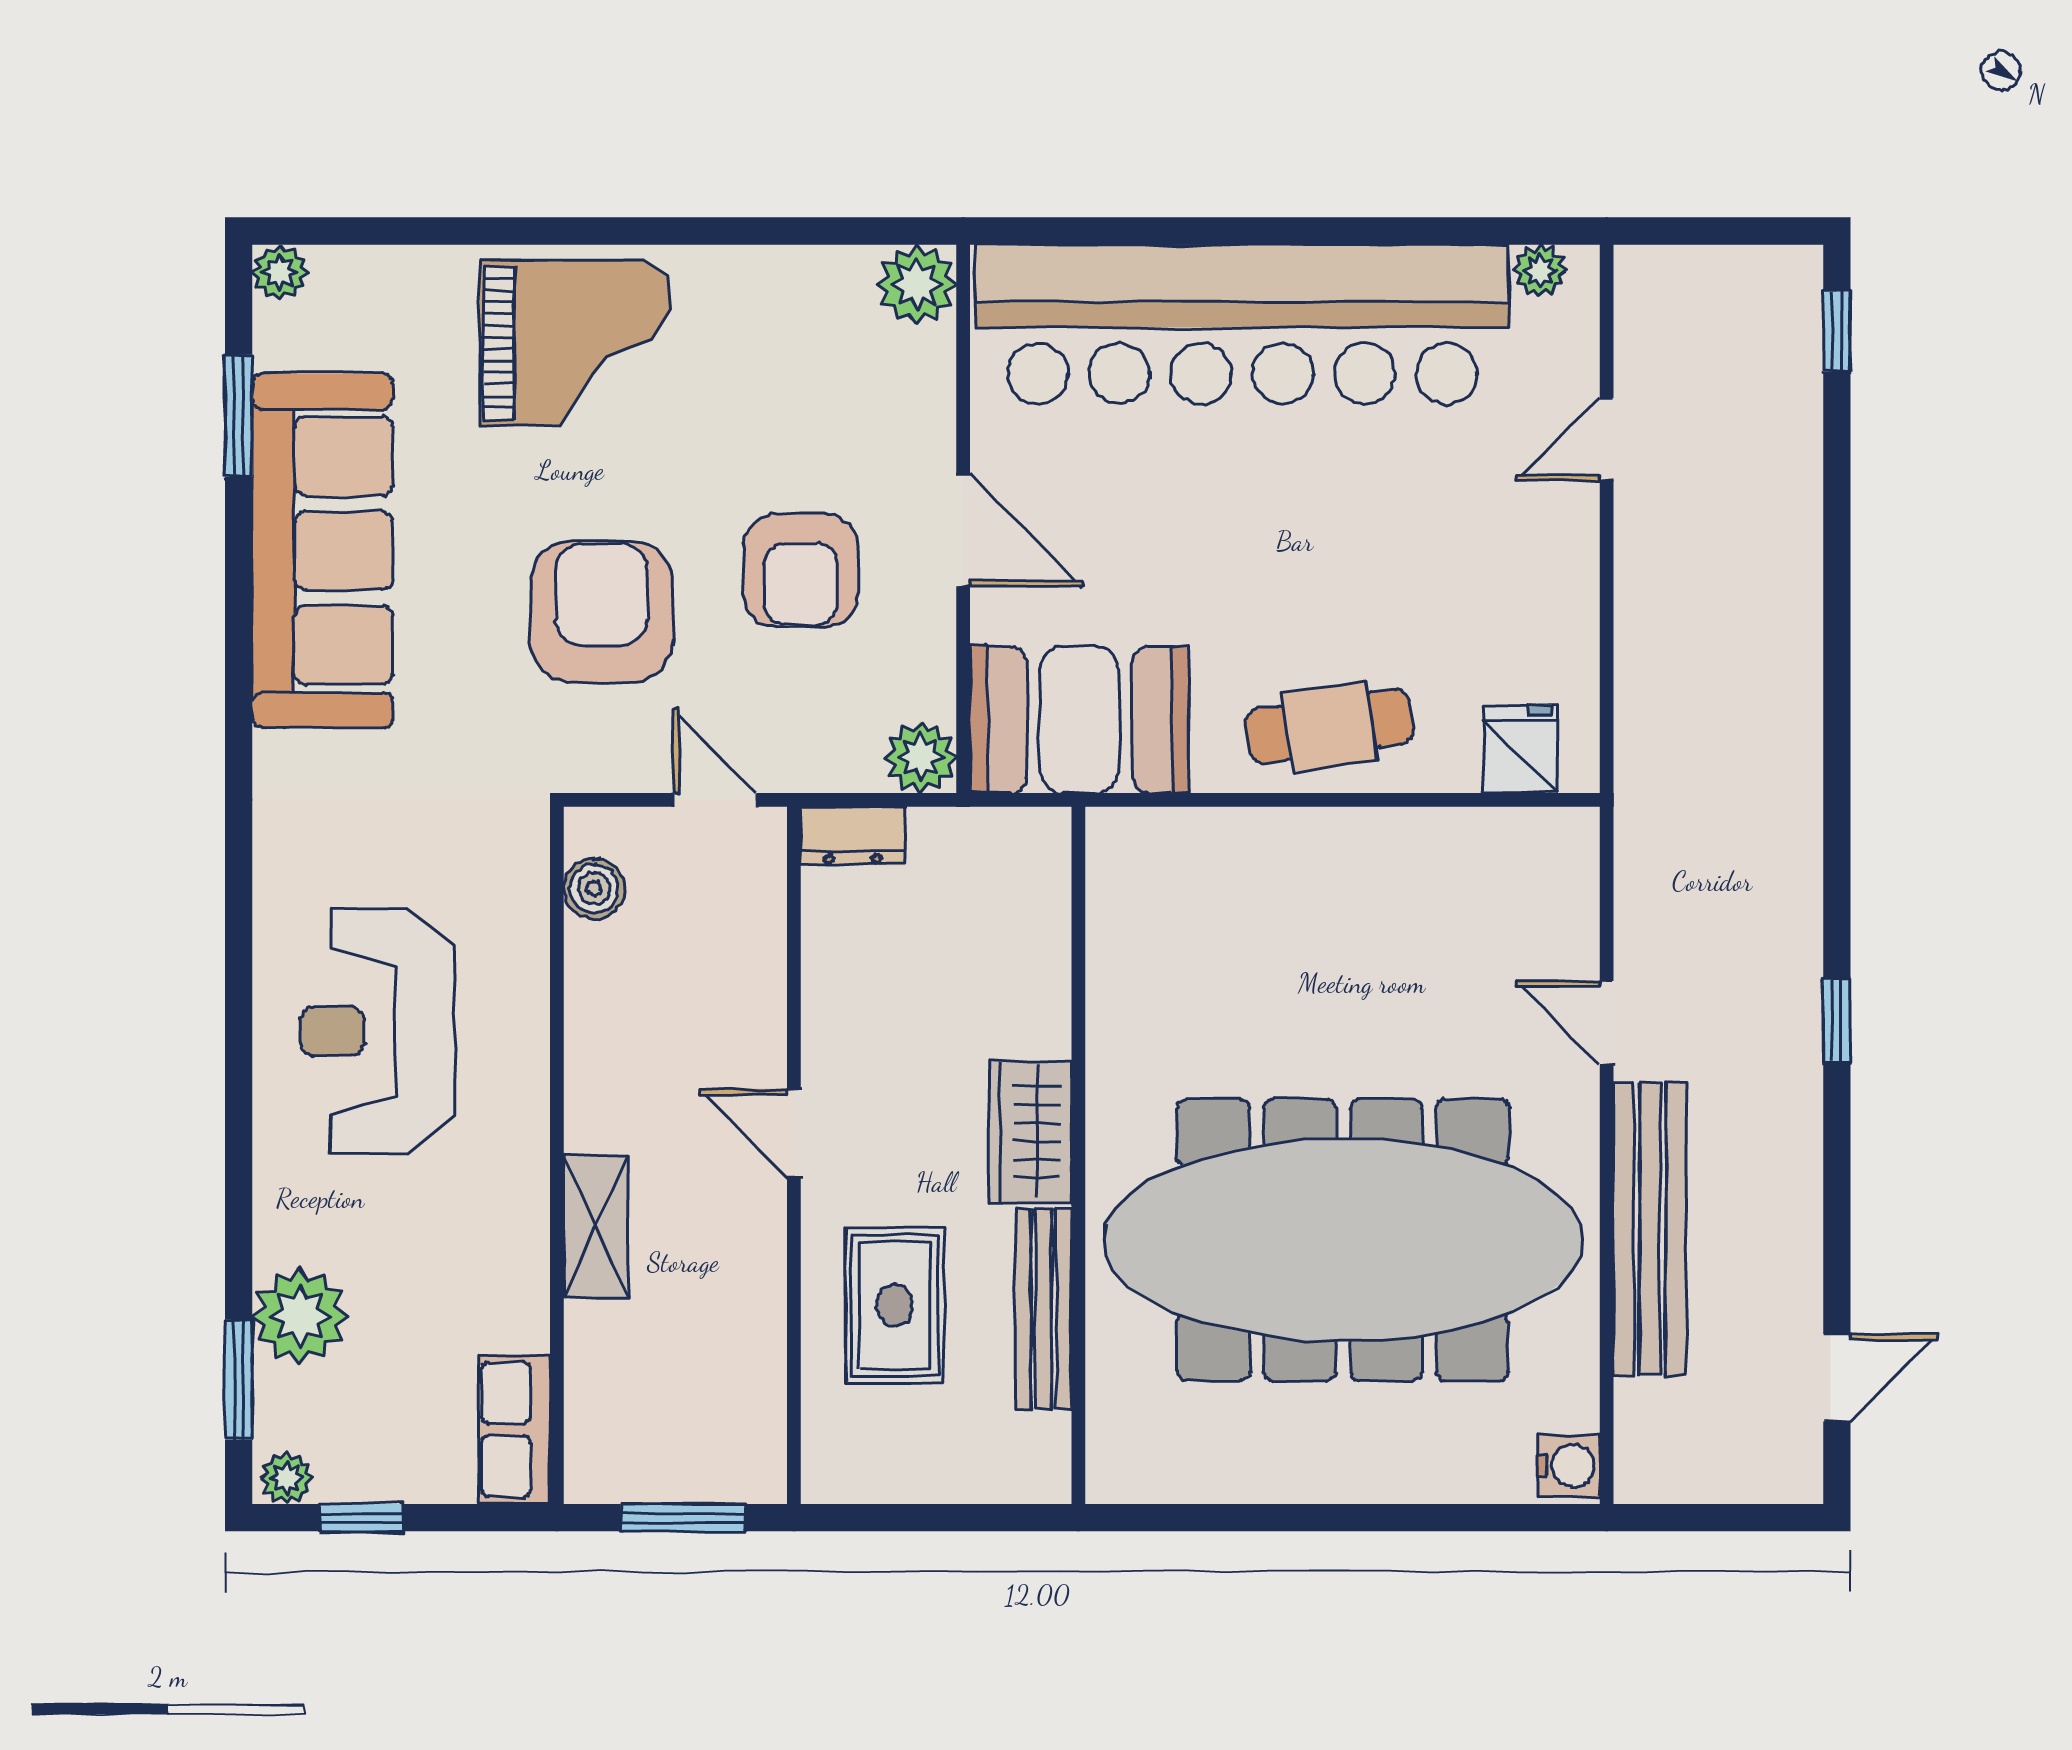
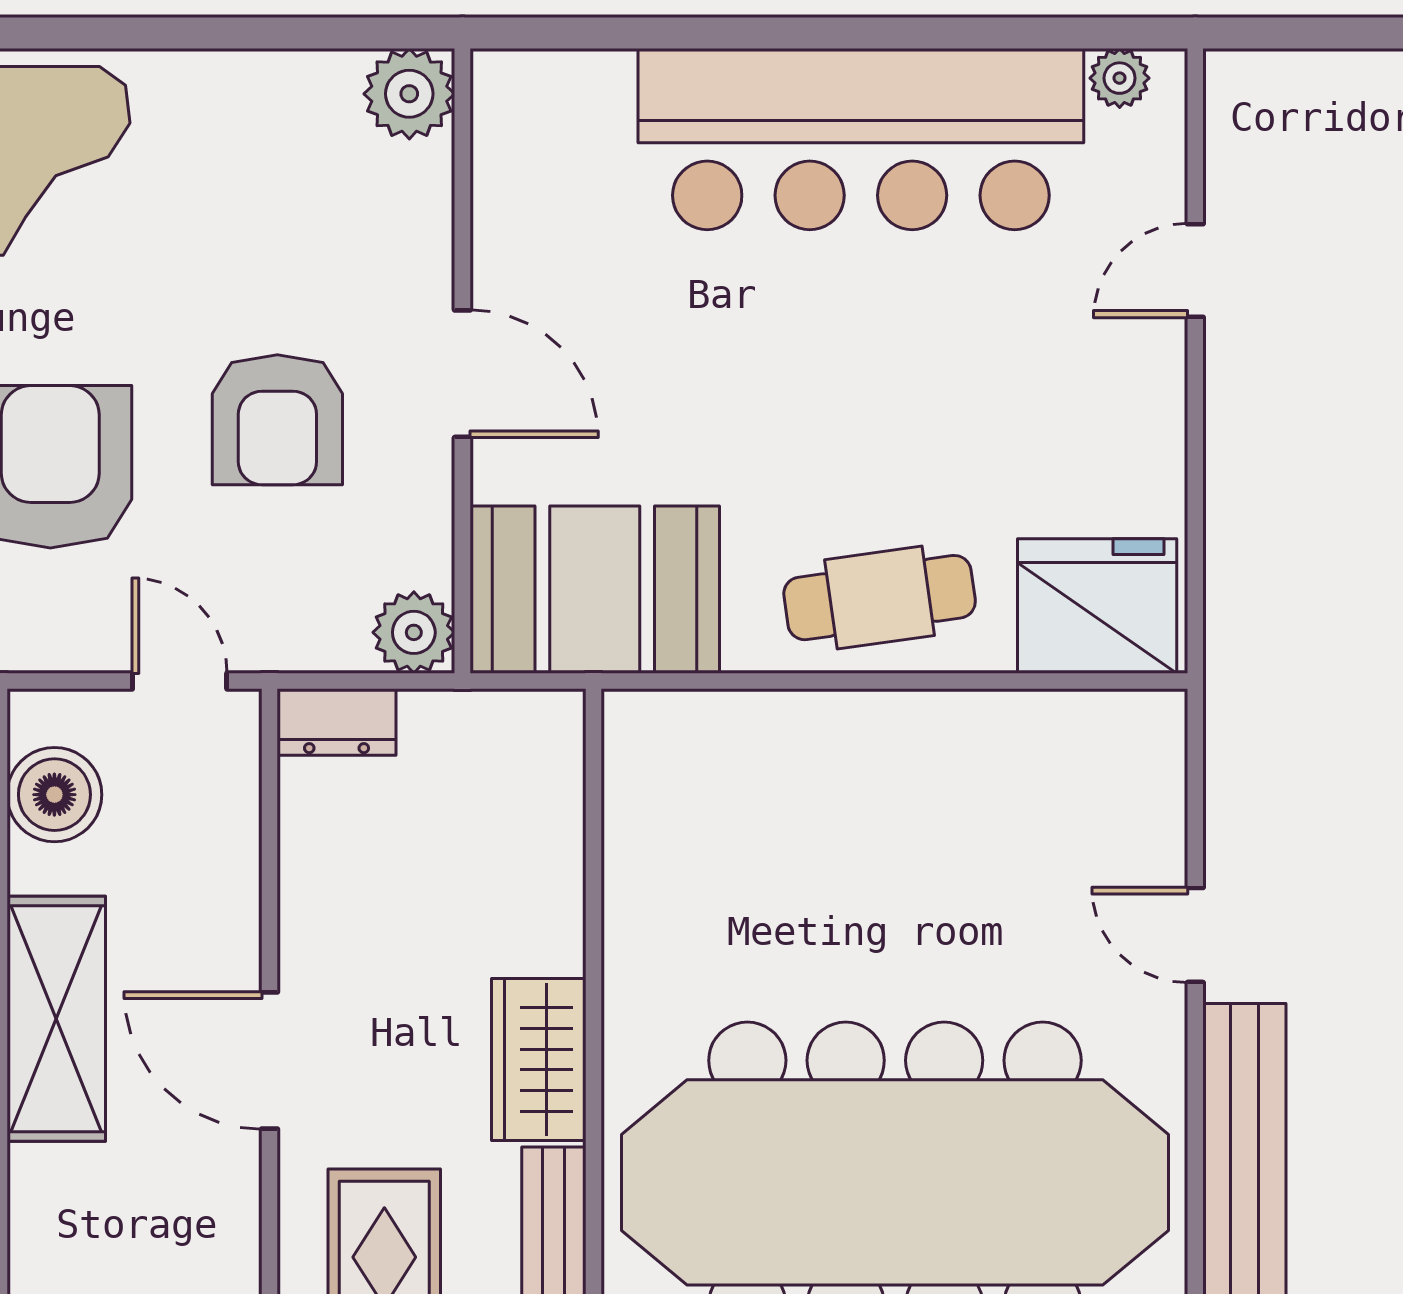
bar counter: (1242, 324) -> (861, 139), width x0.73
fridge: (1520, 749) -> (1097, 606), width x1.88, depth x1.34
boiler: (594, 888) -> (54, 795), width x1.36, depth x1.36
door: (794, 1133) -> (269, 1060), width x1.38
shelving: (596, 1227) -> (56, 1019), moved, width x1.50, depth x1.33

